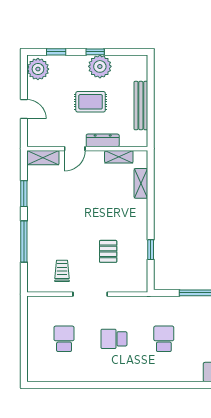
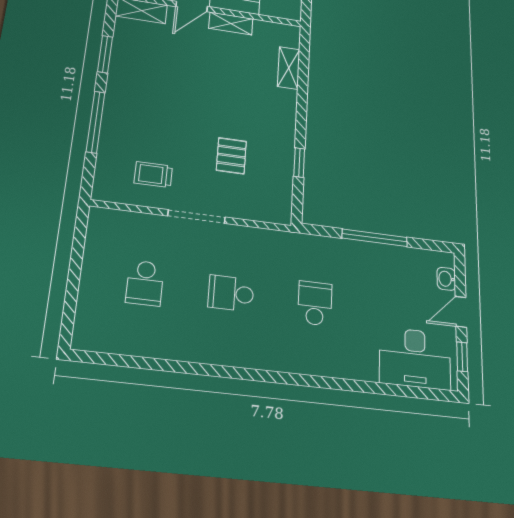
shelving: (119, 157) -> (231, 24), moved
trolley: (62, 271) -> (153, 175), turned -90
school desk: (64, 339) -> (145, 283), turned 180

